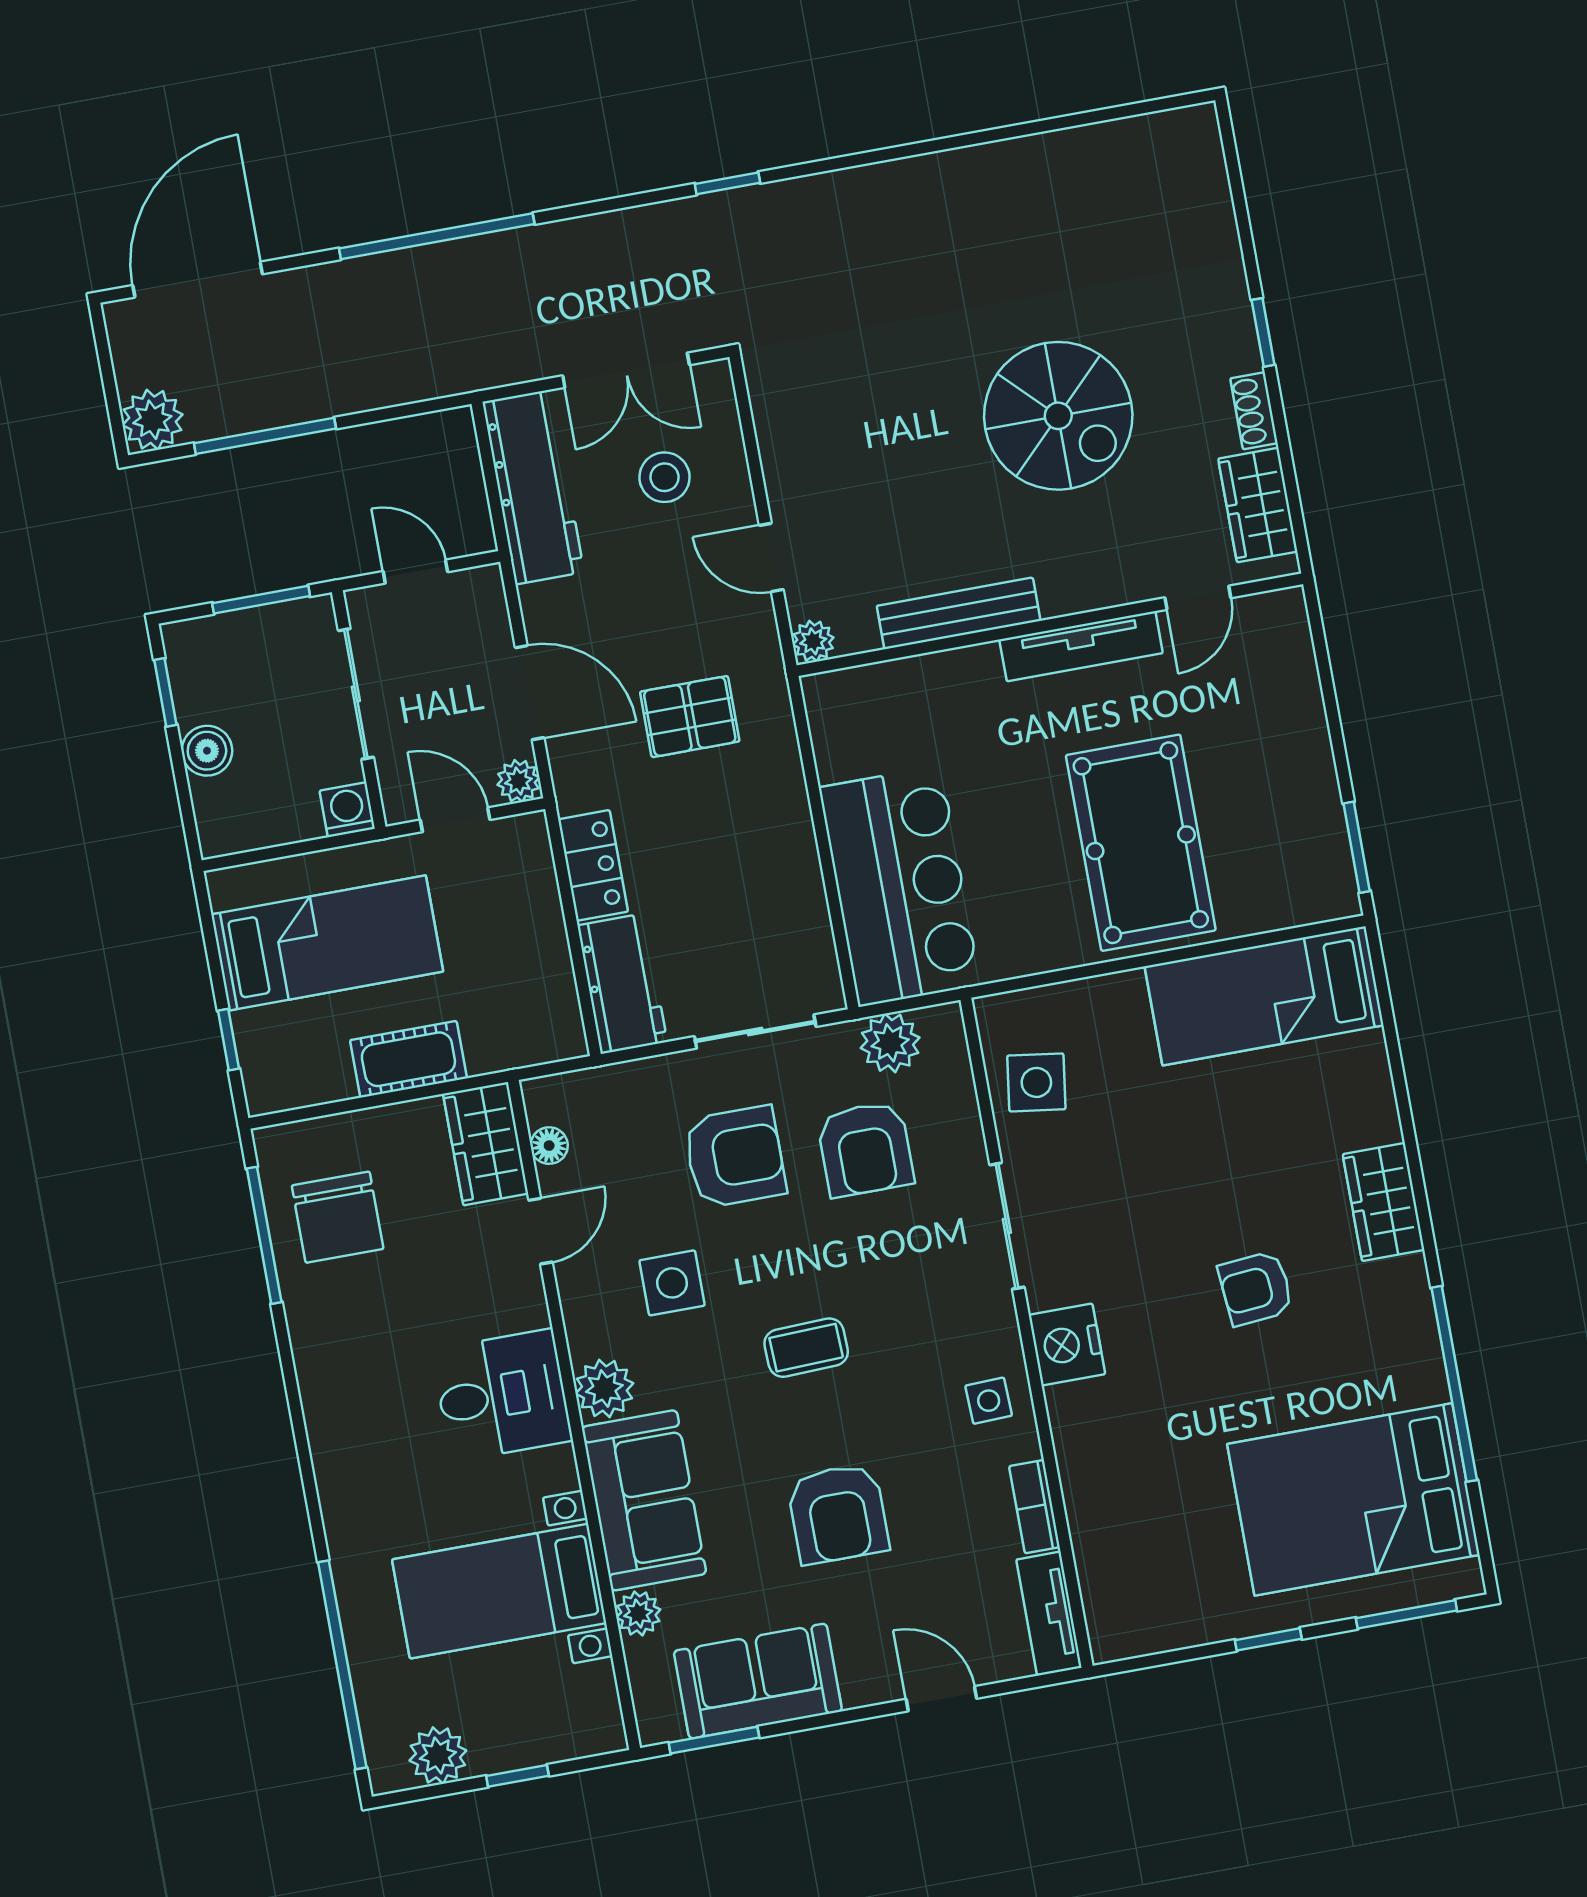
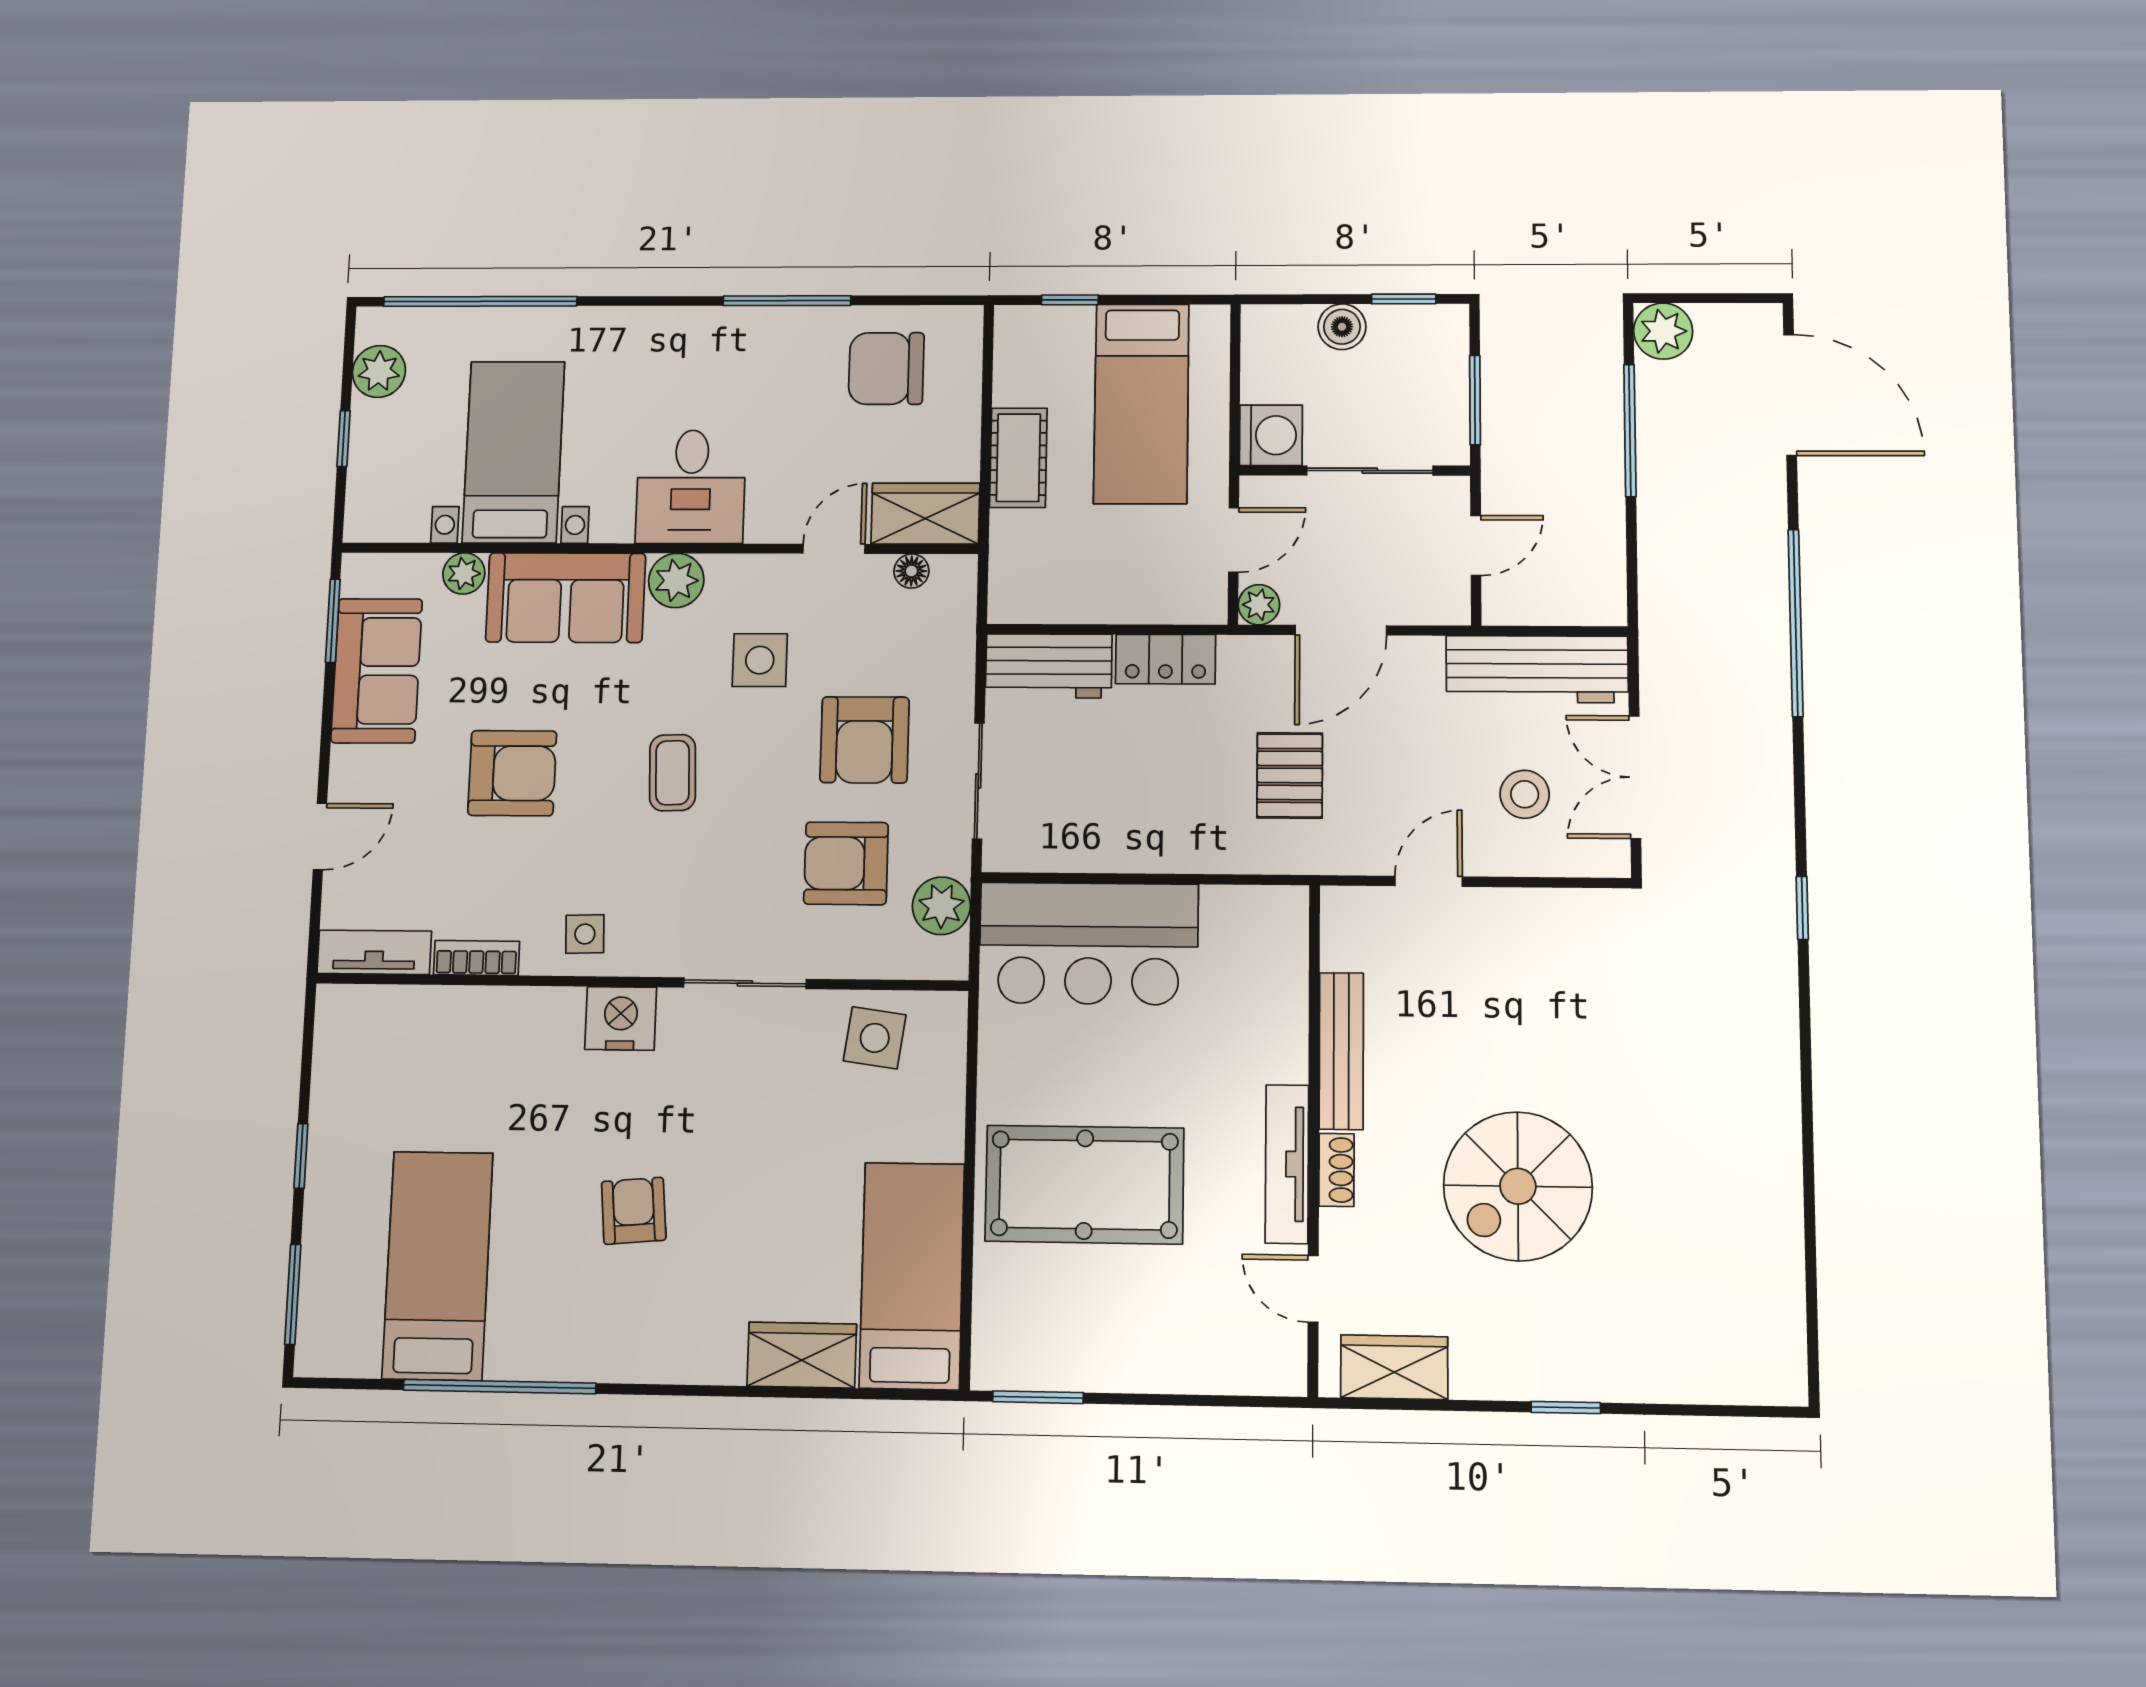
shoe rack: (1254, 411) -> (1336, 1170), moved, turned 90
plant: (813, 641) -> (1340, 906), removed
washing machine: (347, 810) -> (1271, 435), width x1.38, depth x1.38
wardrobe: (1384, 1202) -> (802, 1355), moved
door: (541, 1231) -> (834, 549), swing flipped
window: (264, 1235) -> (787, 301), moved
bed: (1353, 1499) -> (438, 1266), width x0.67
armchair: (838, 1514) -> (512, 773), turned 180

